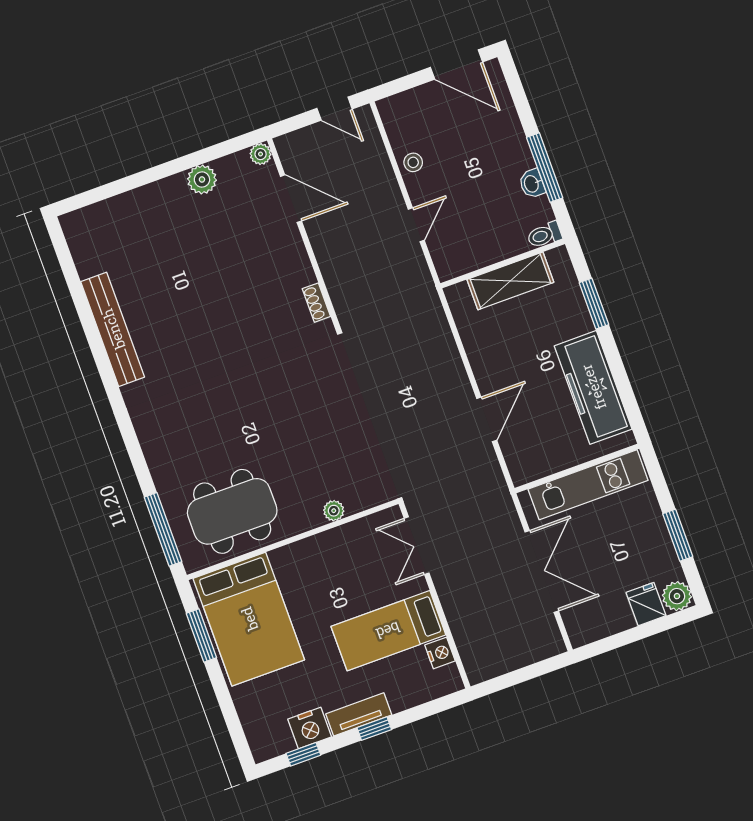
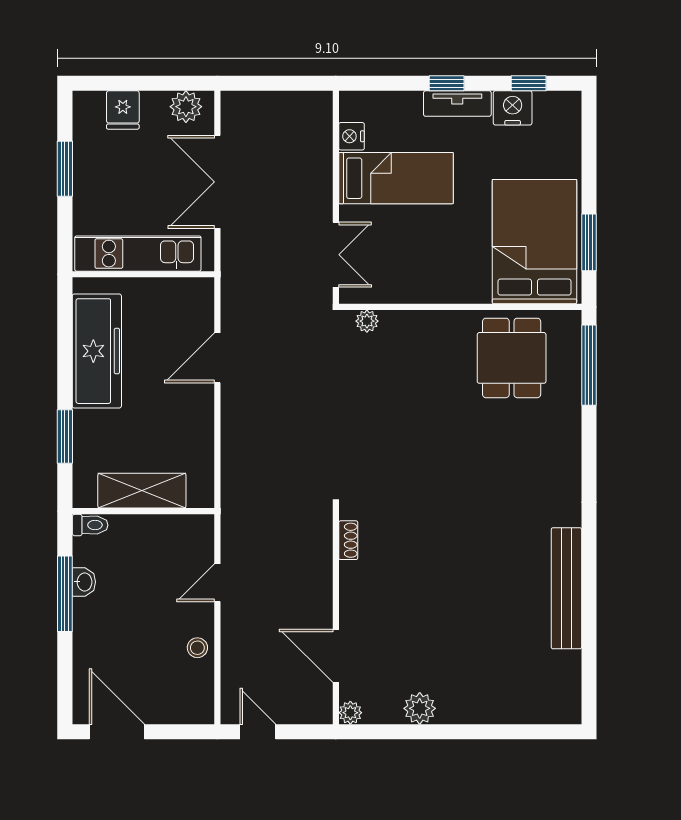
dining table: (232, 511) -> (512, 358), width x0.73
plant: (334, 511) -> (367, 321), moved
plant: (677, 596) -> (186, 107), moved

